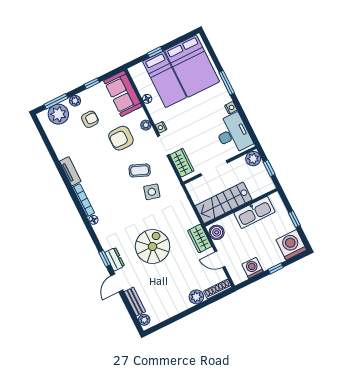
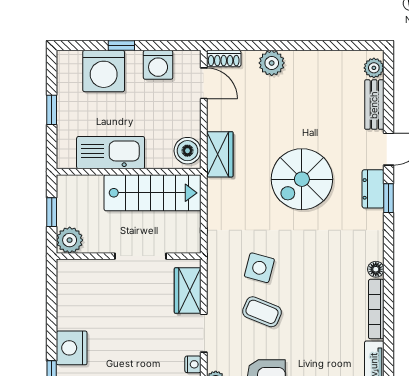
nightstand: (231, 108) -> (72, 348), width x1.89, depth x1.79
desk: (233, 134) -> (82, 296), removed
washing machine: (291, 245) -> (104, 71), moved
door: (220, 259) -> (204, 83), moved
shoe rack: (218, 289) -> (224, 59), width x0.70

